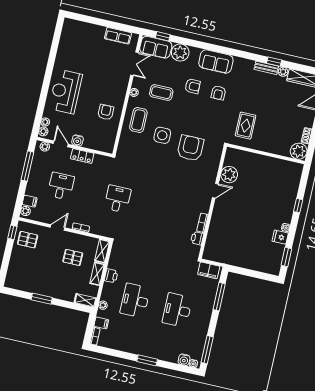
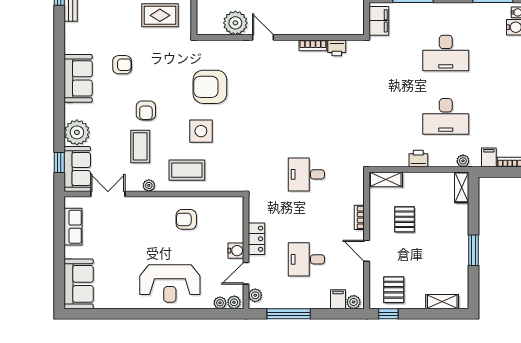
sofa: (79, 31) -> (79, 284), added
armchair: (193, 86) -> (146, 110), moved, turned 180
shelving: (97, 274) -> (442, 302), moved

